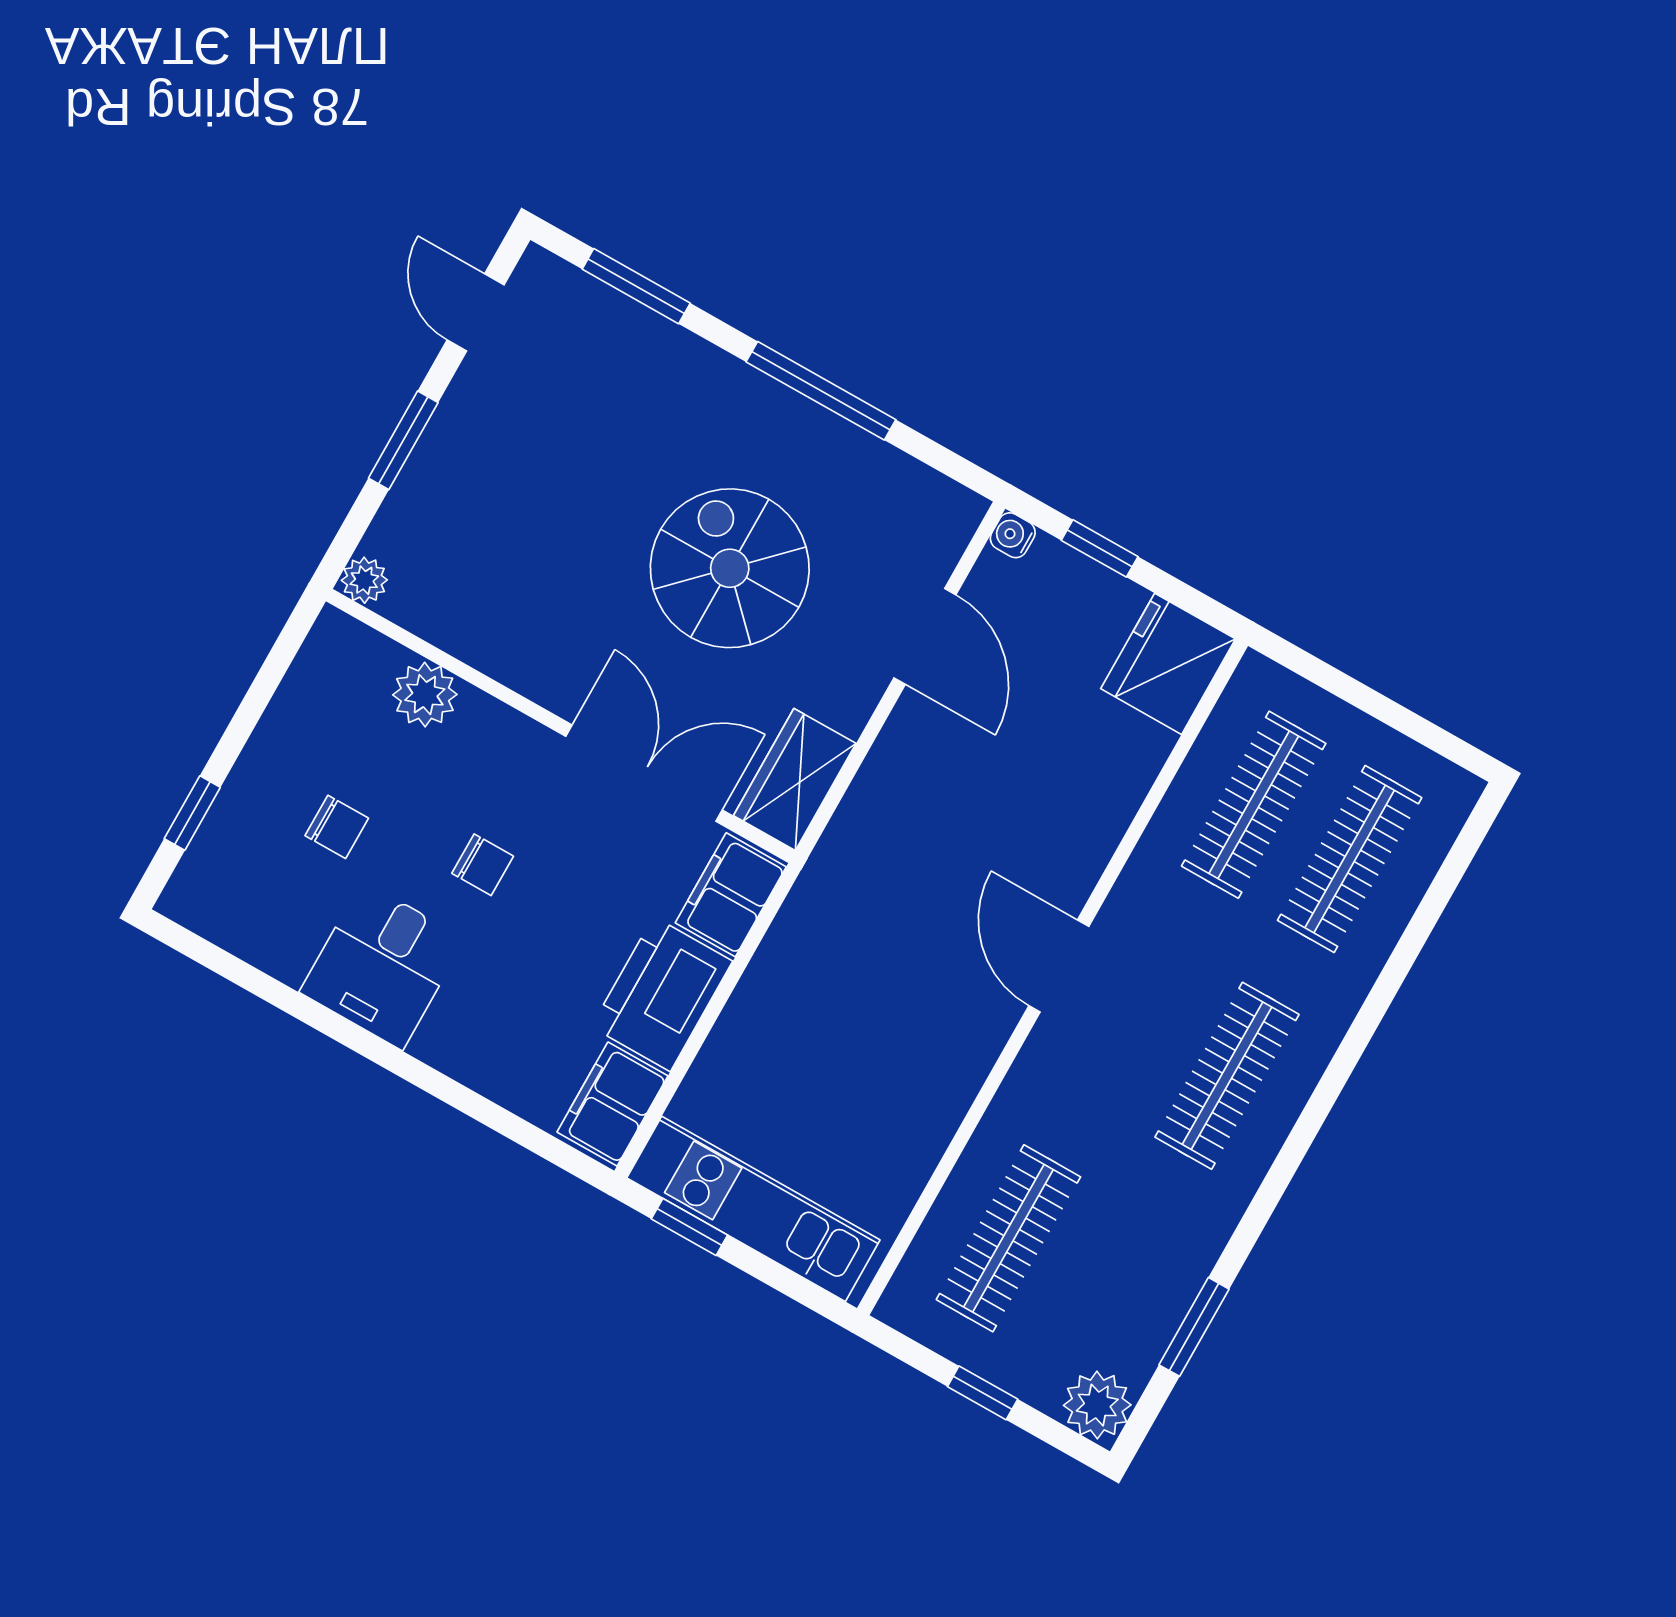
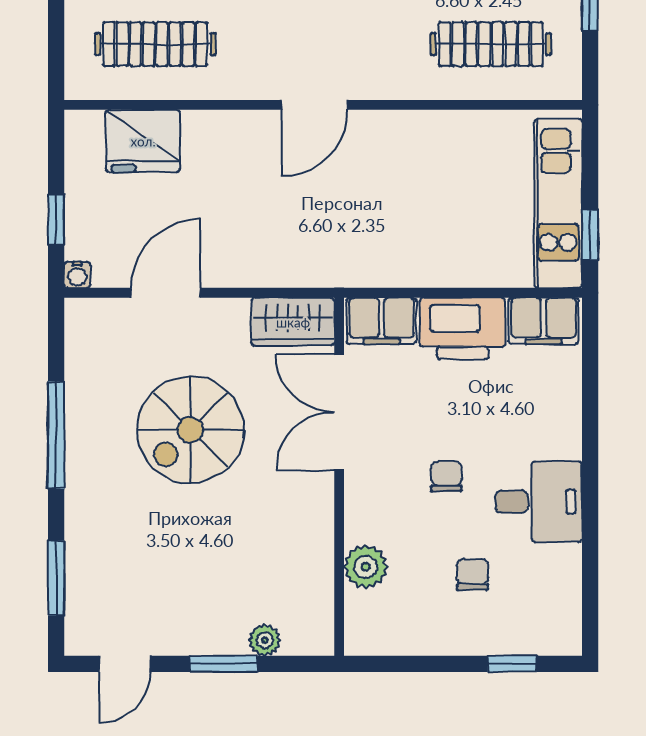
plant: (364, 580) -> (265, 640), moved
fridge: (1168, 664) -> (143, 141), moved

